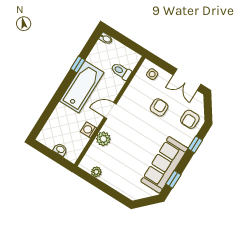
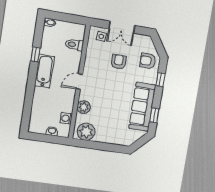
double door: (187, 80) -> (122, 27), moved
bathtub: (82, 87) -> (44, 71), width x0.73, depth x0.73
armchair: (190, 119) -> (148, 61), turned 90
washing machine: (89, 130) -> (66, 118), moved
plant: (96, 172) -> (86, 132), width x1.88, depth x1.88

